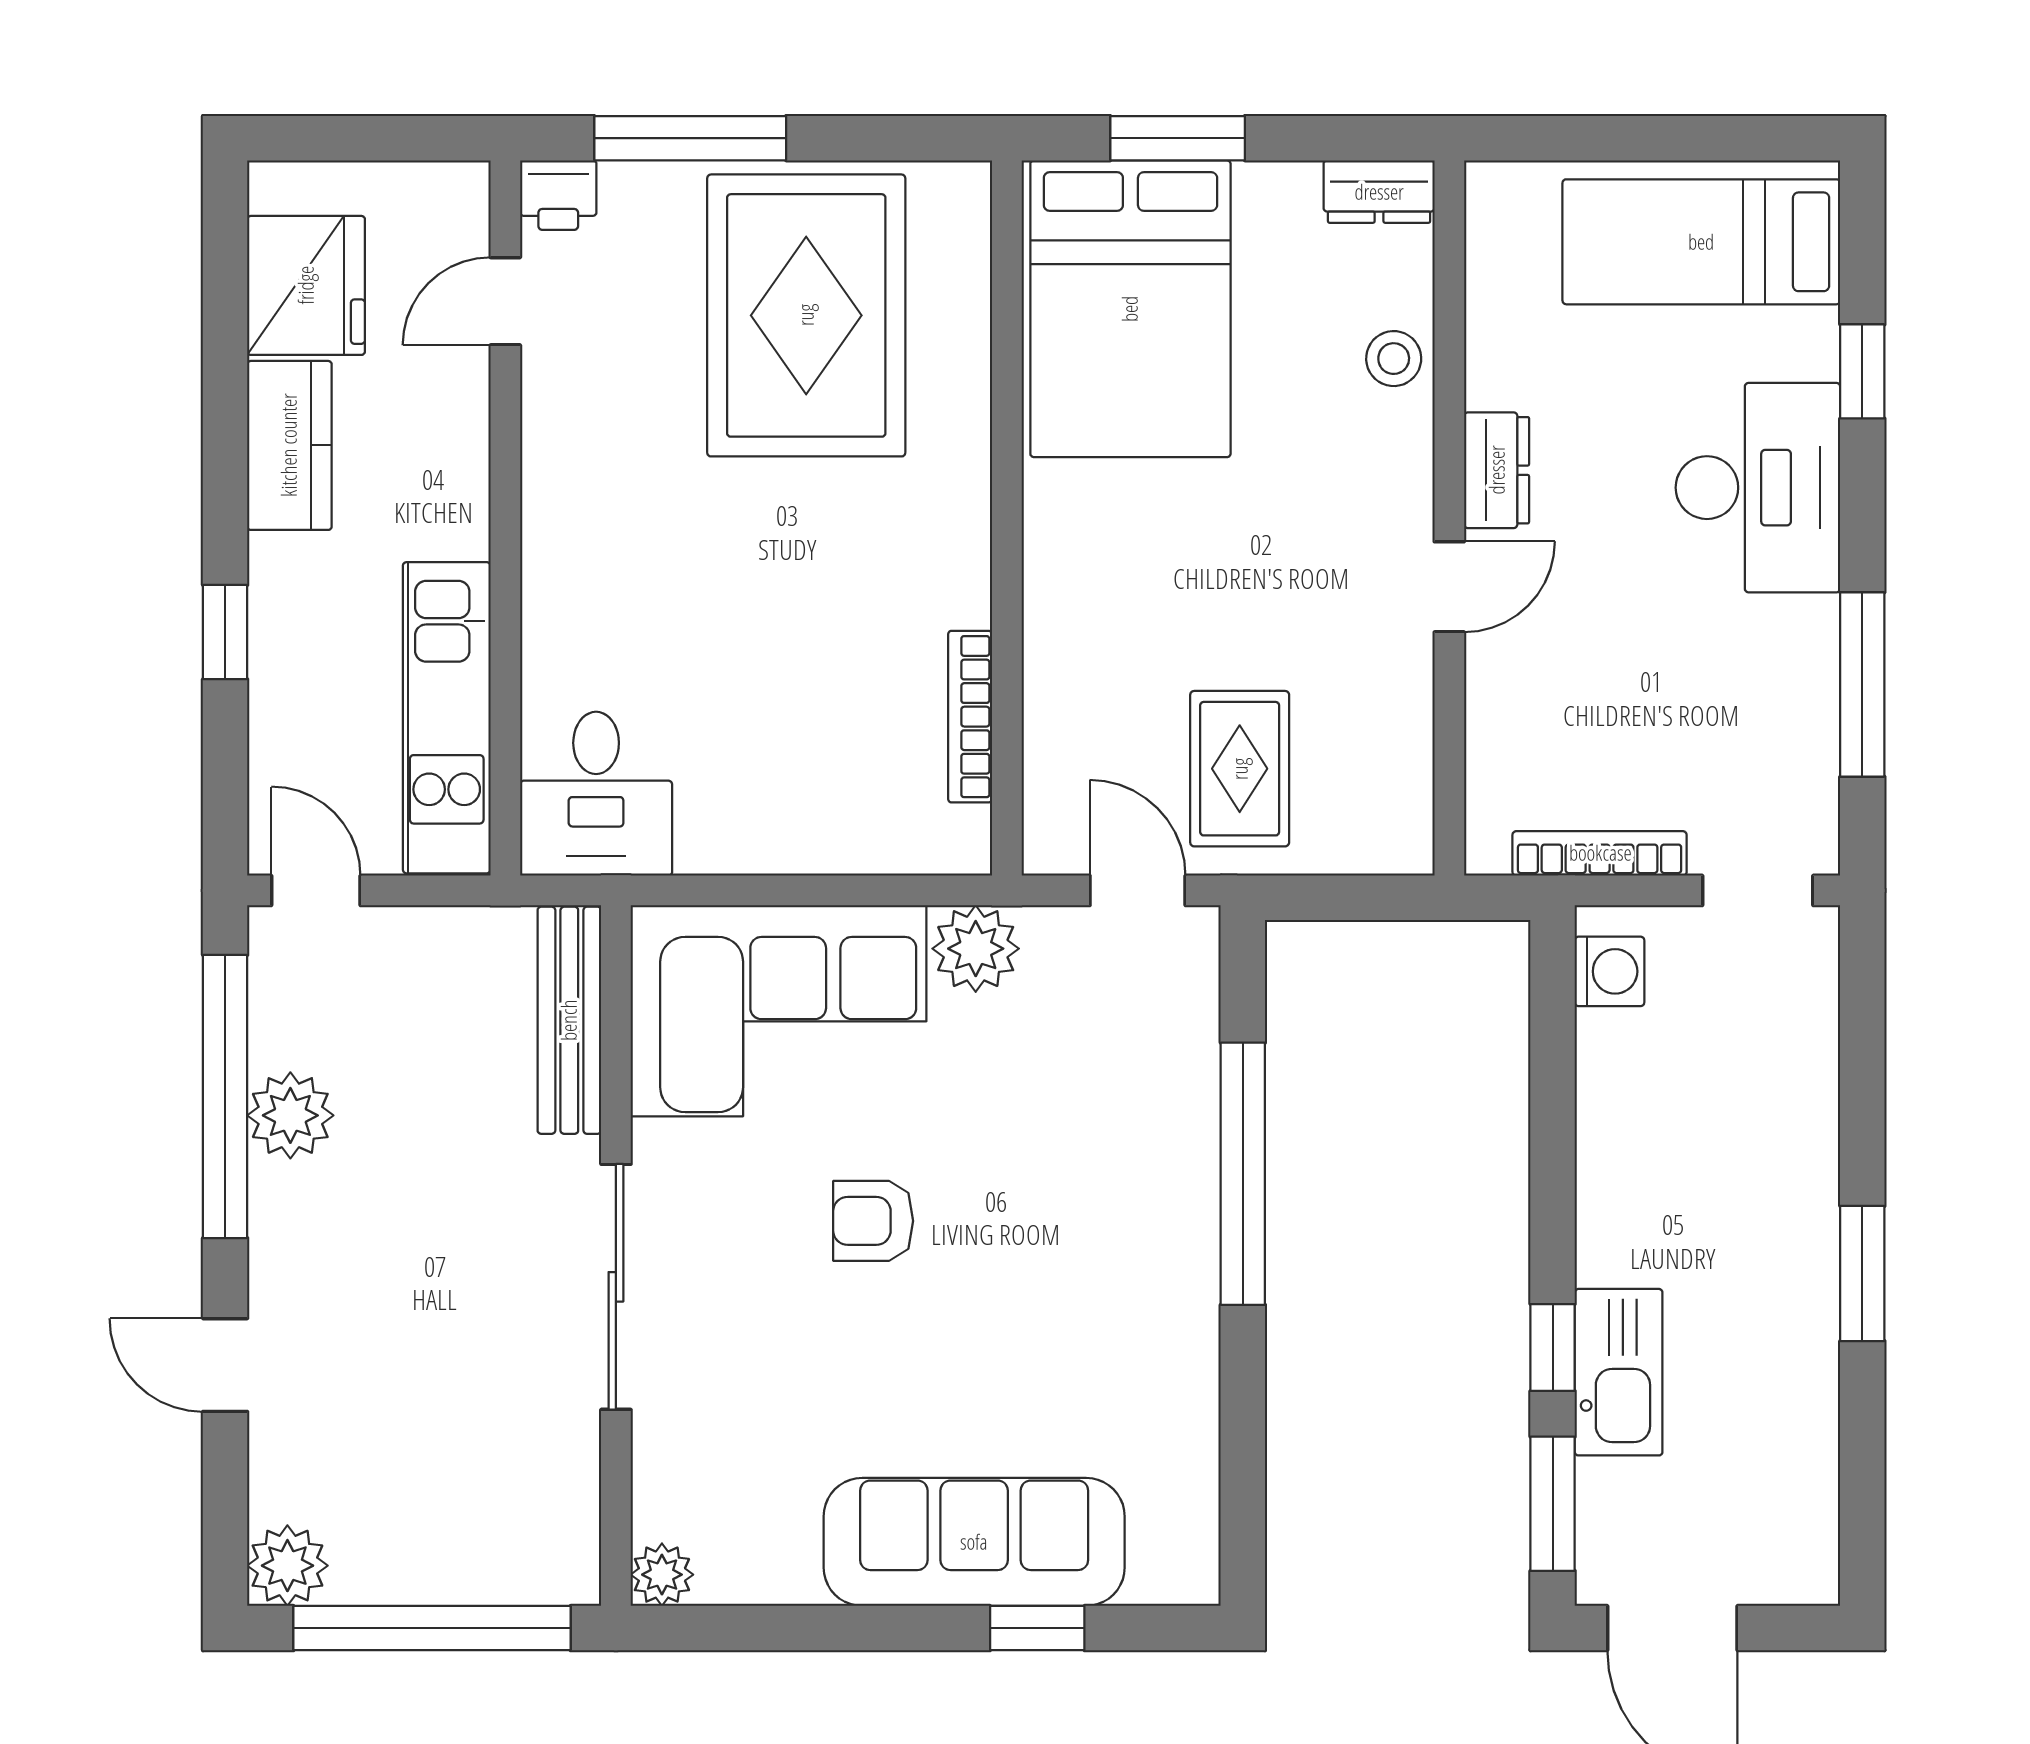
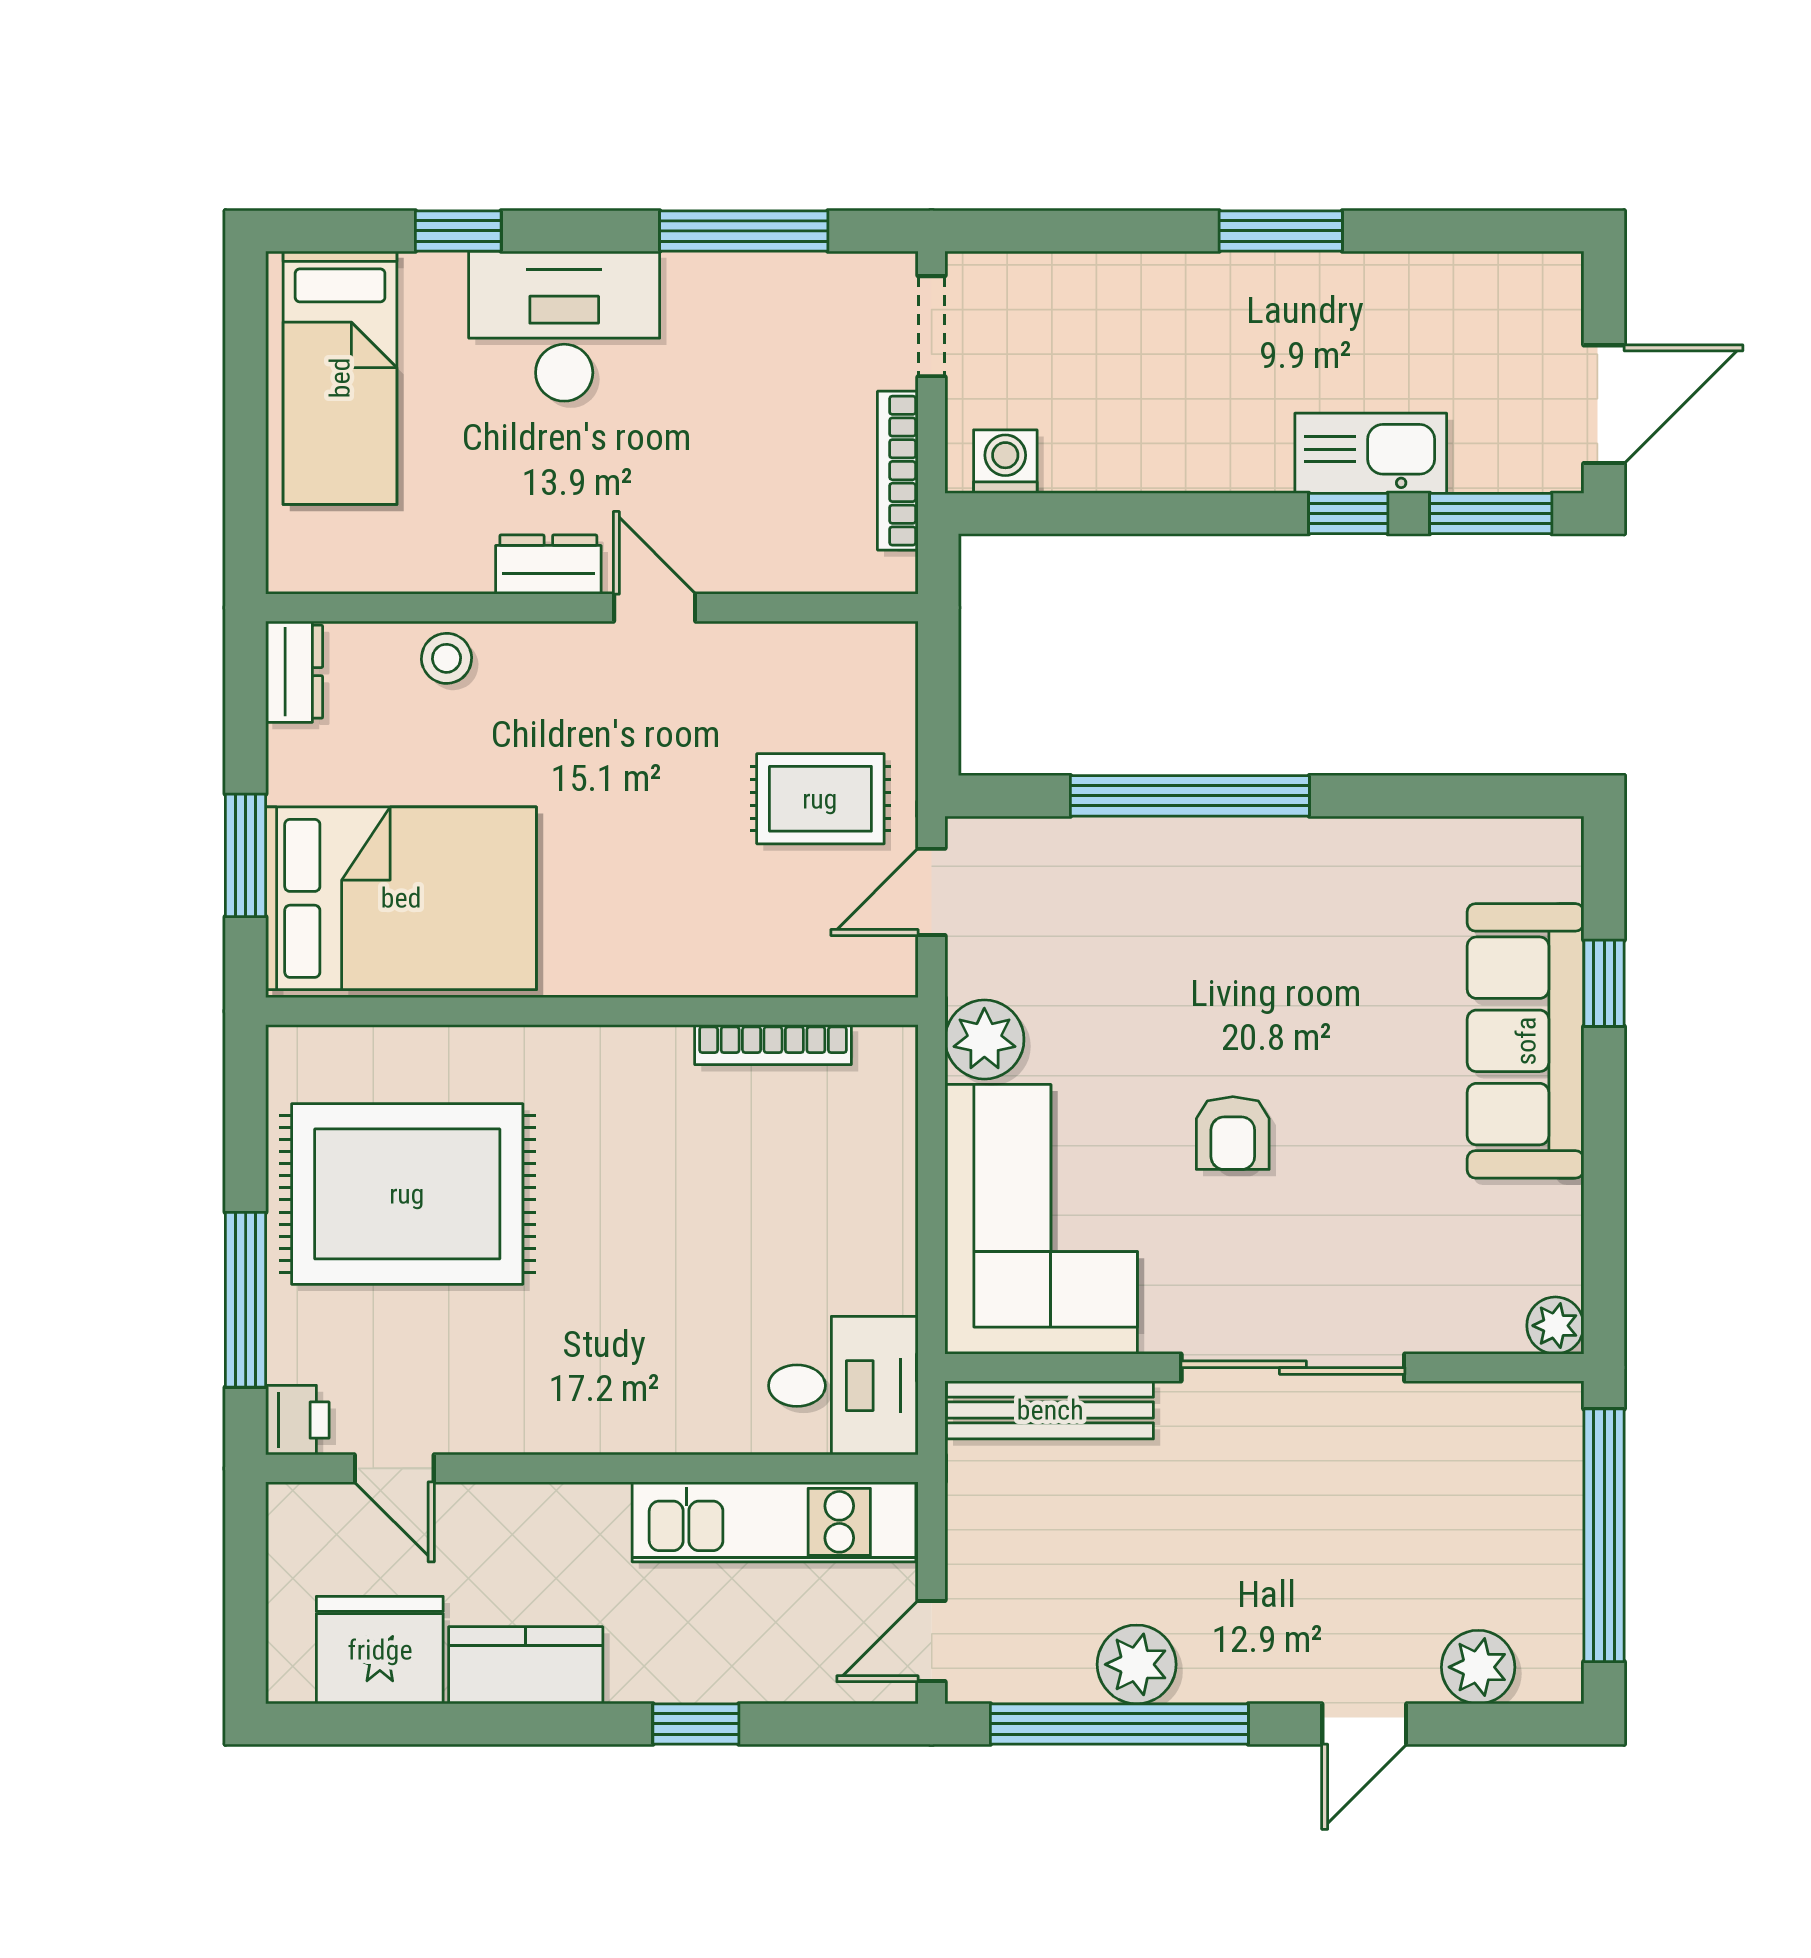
plant: (287, 1566) -> (1478, 1667), moved

